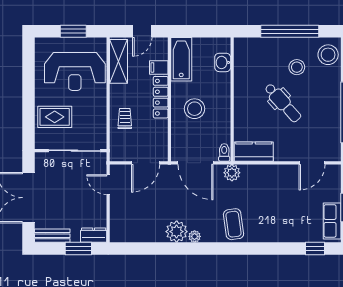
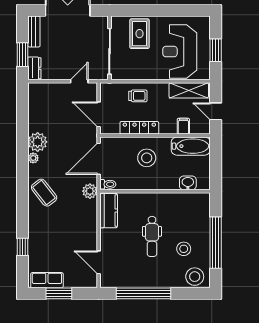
locker: (161, 97) -> (139, 128), moved
dental chair: (283, 103) -> (152, 236), turned -48
coffee table: (234, 224) -> (44, 193), turned 60
window: (315, 248) -> (22, 247), moved

